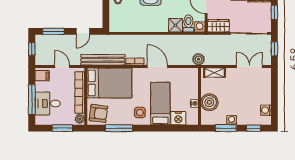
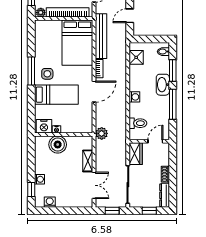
shower: (175, 25) -> (136, 57), moved
washing machine: (200, 27) -> (134, 97), moved
door: (83, 31) -> (130, 16), hinge flipped
shelving: (214, 73) -> (88, 161), moved
armchair: (98, 113) -> (46, 32), removed
nightstand: (178, 118) -> (44, 126), moved, turned -90
washing machine: (232, 120) -> (39, 179), moved
window: (119, 128) -> (31, 71), moved
window: (226, 128) -> (31, 161), removed

